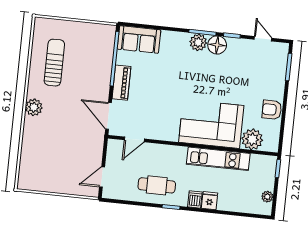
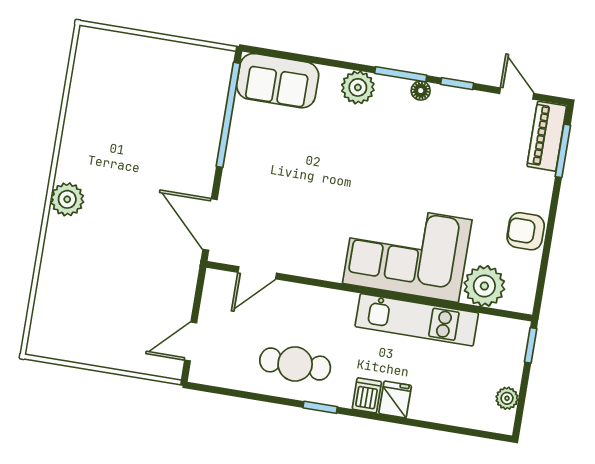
plant: (198, 42) -> (358, 87), moved
floor lamp: (217, 45) -> (421, 91), width x0.53, depth x0.53
sun lounger: (54, 63) -> (112, 115), removed
piano: (121, 83) -> (547, 136), moved, turned 180

